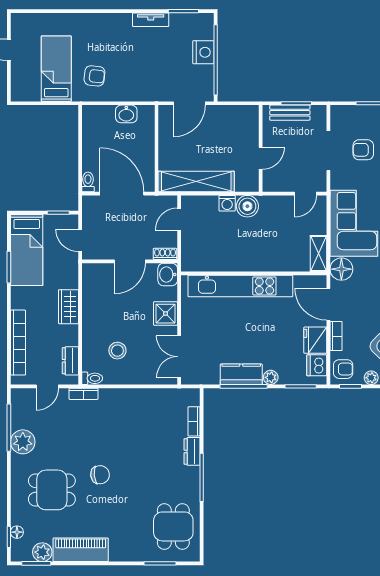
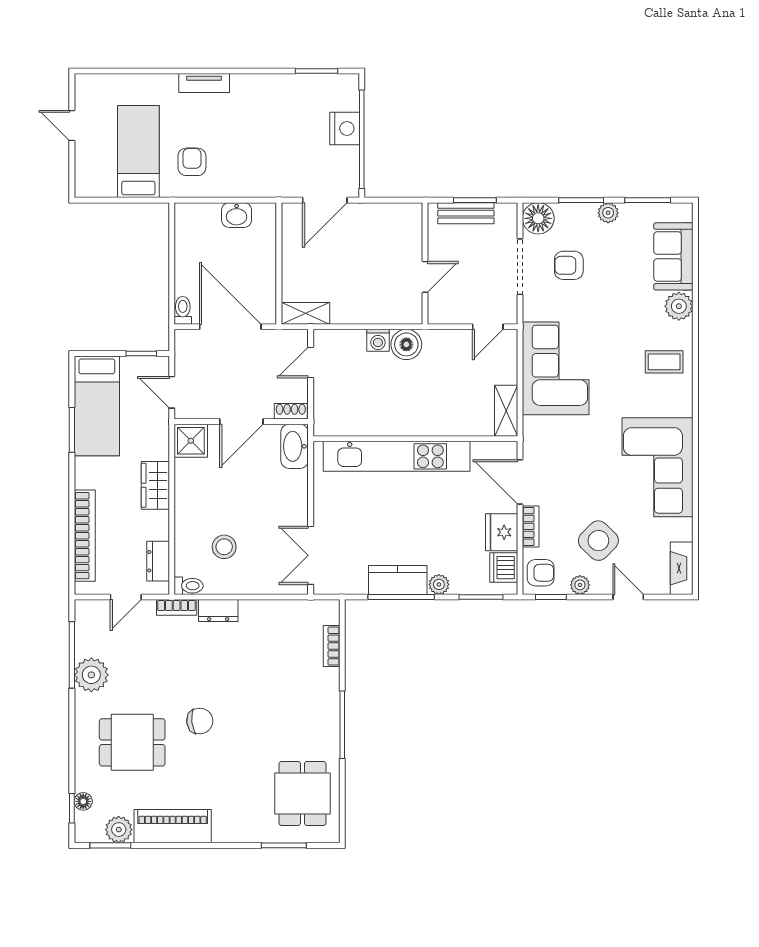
tv unit: (151, 20) -> (204, 83), moved
armchair: (94, 76) -> (192, 162), turned -96
shelving: (196, 181) -> (306, 313), width x0.45, depth x0.75
floor lamp: (341, 269) -> (538, 218), moved
washbasin: (168, 274) -> (295, 446), width x1.38
shower: (166, 314) -> (191, 441), moved
dresser: (192, 451) -> (218, 610), moved, turned -90

